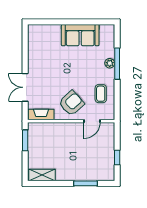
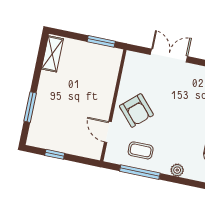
window: (117, 64) -> (140, 172), moved
fireplace: (41, 114) -> (130, 69), removed

